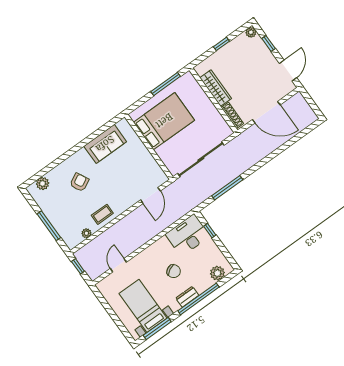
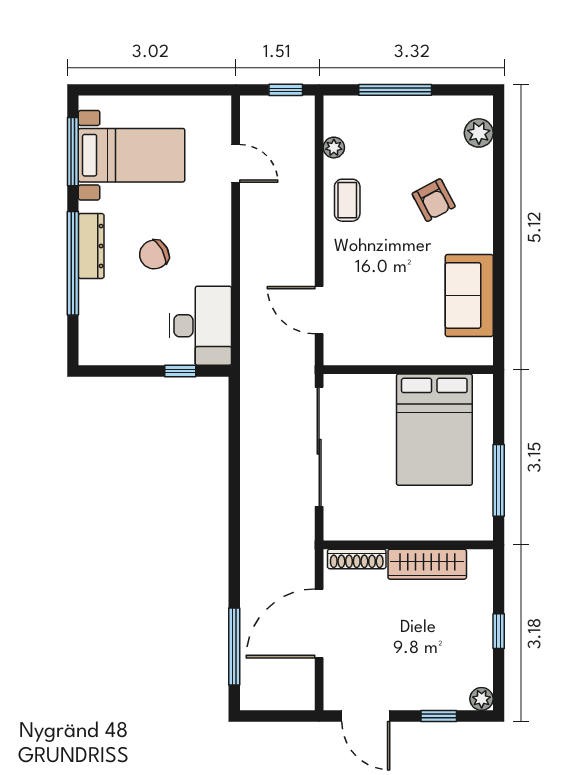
window: (227, 188) -> (234, 646), moved
plant: (217, 273) -> (94, 330), removed
dresser: (187, 297) -> (91, 246), width x1.44

